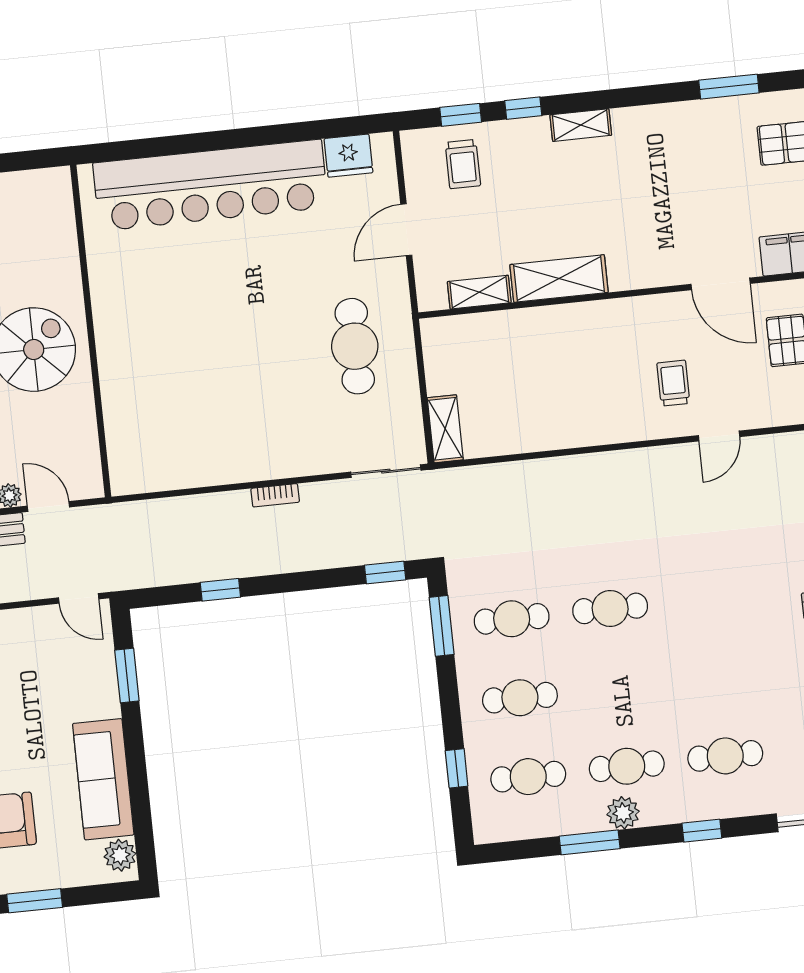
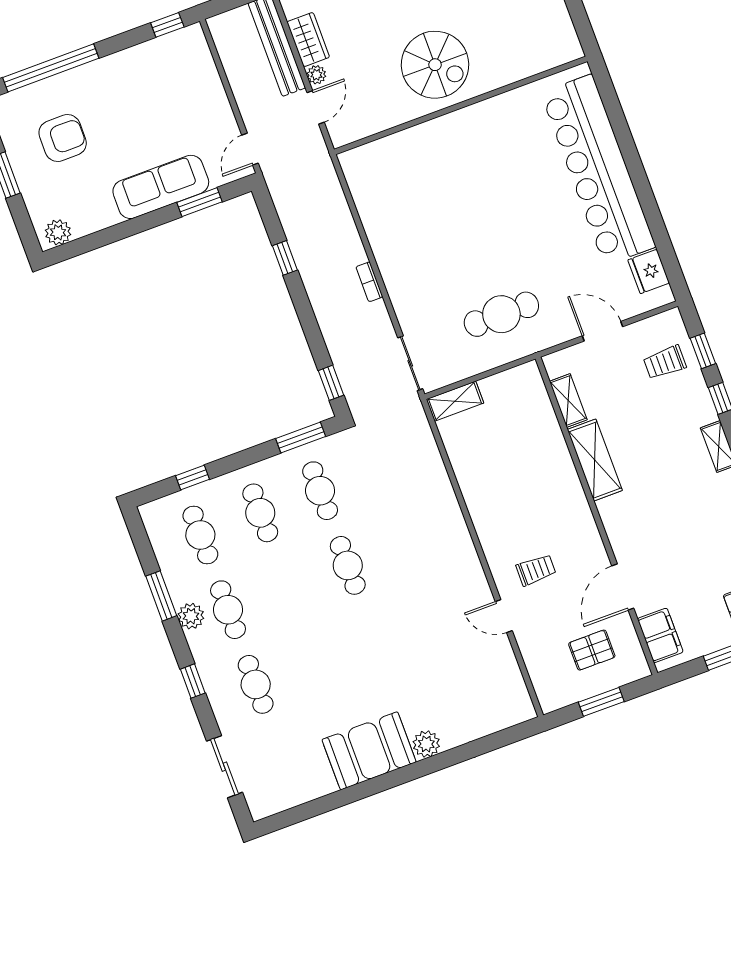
sofa: (103, 779) -> (161, 187), moved

